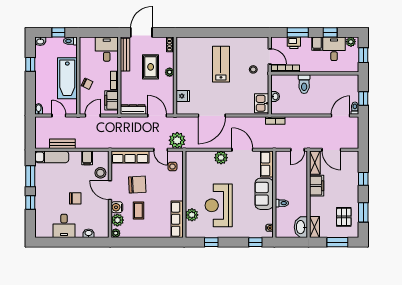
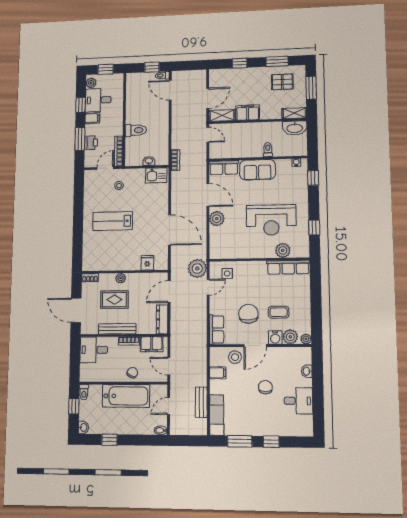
bench: (125, 55) -> (117, 329), moved
door: (242, 150) -> (208, 195), swing flipped
row of seats: (130, 157) -> (217, 329), width x0.68

